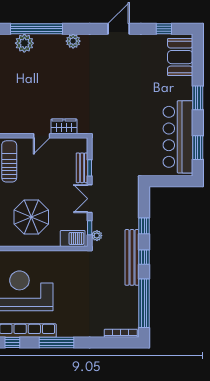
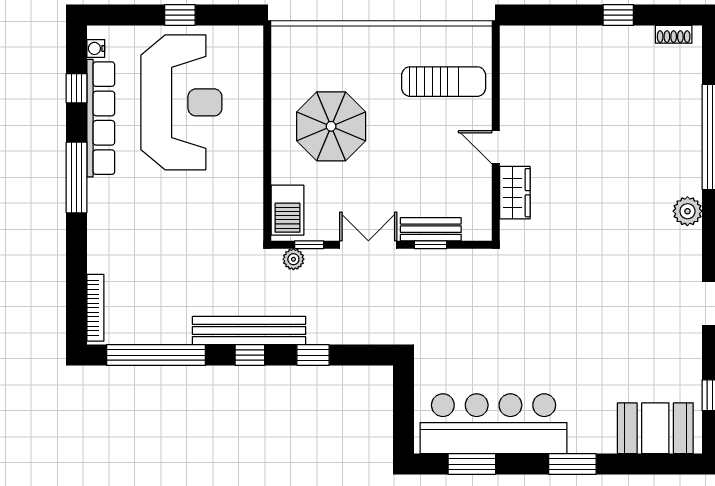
plant: (24, 43) -> (683, 113), removed

